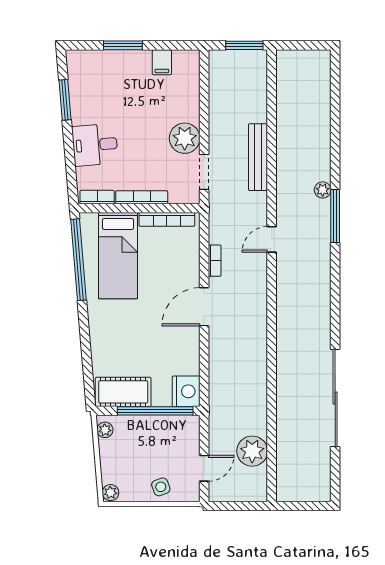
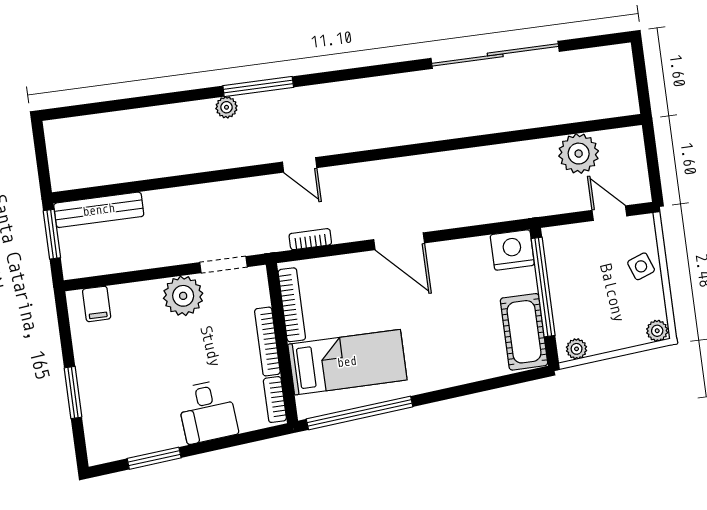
filing cabinet: (162, 62) -> (97, 304), moved, turned 90
bench: (258, 157) -> (99, 210), moved
bookcase: (215, 261) -> (310, 239), moved

